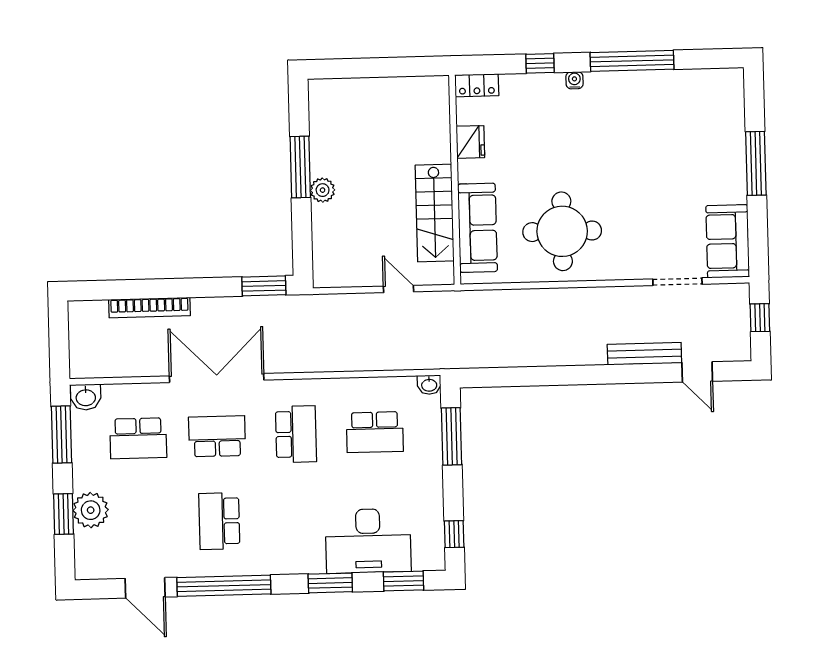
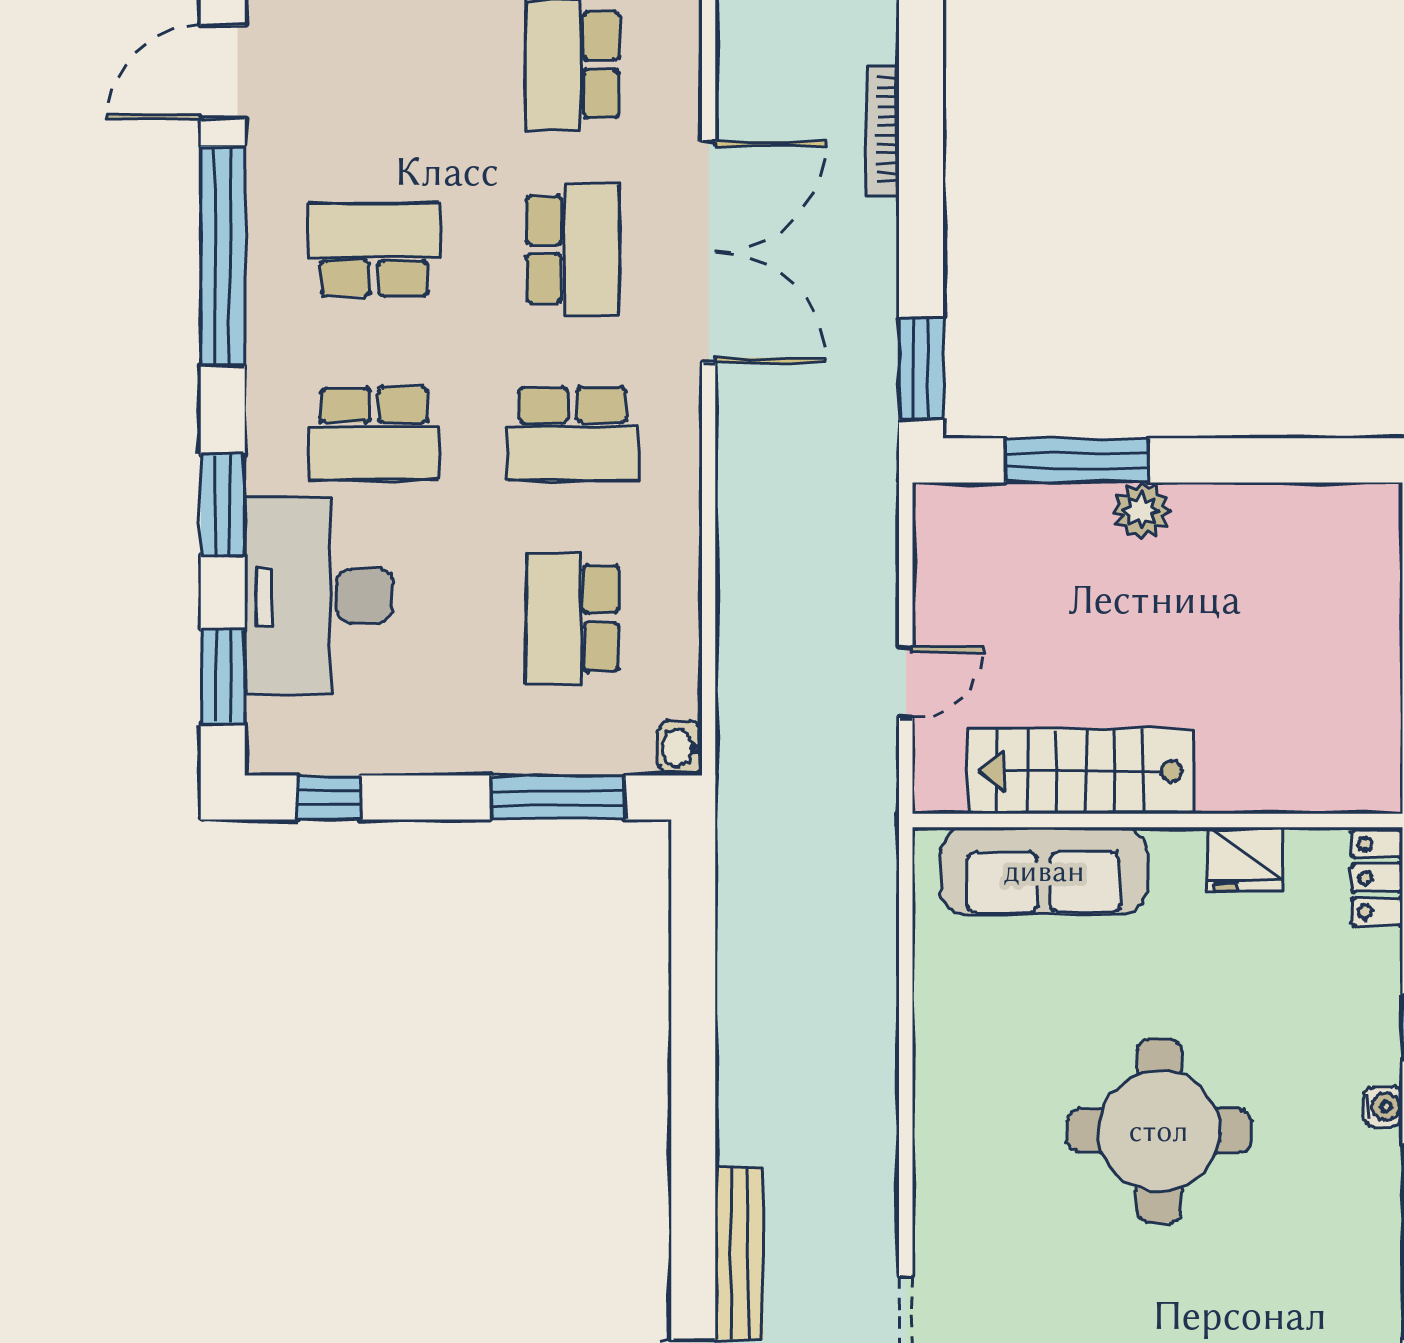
window: (300, 167) -> (1077, 460), moved
round table: (562, 231) -> (1159, 1131), moved
bookcase: (149, 308) -> (883, 130), width x0.68, depth x0.76
school desk: (298, 519) -> (374, 434), added

